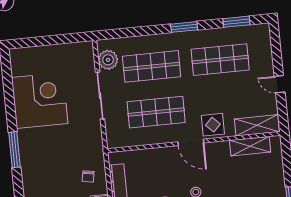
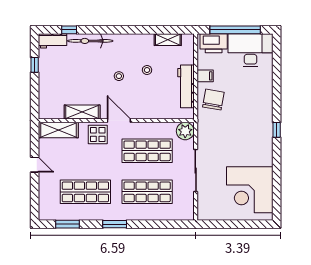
plant: (108, 60) -> (185, 131), moved
corner desk: (40, 100) -> (250, 190), moved
shelving: (250, 146) -> (82, 112), moved
window: (15, 150) -> (277, 130), width x0.46
chair: (88, 176) -> (213, 100), width x1.87, depth x1.87

